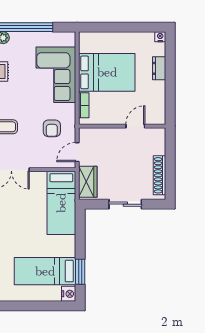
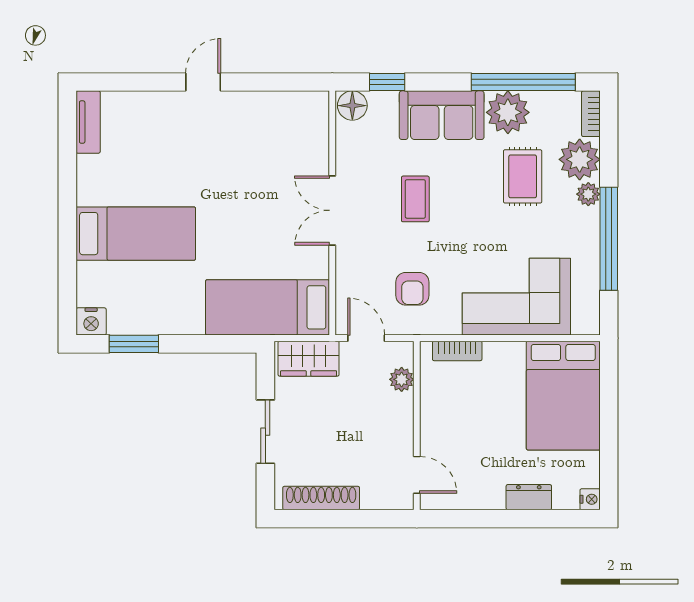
bed: (107, 72) -> (563, 396), moved
door: (135, 126) -> (417, 475), moved
armchair: (52, 128) -> (412, 289), turned -90
plant: (98, 134) -> (402, 379), added
bed: (45, 271) -> (136, 234), moved, turned 90

